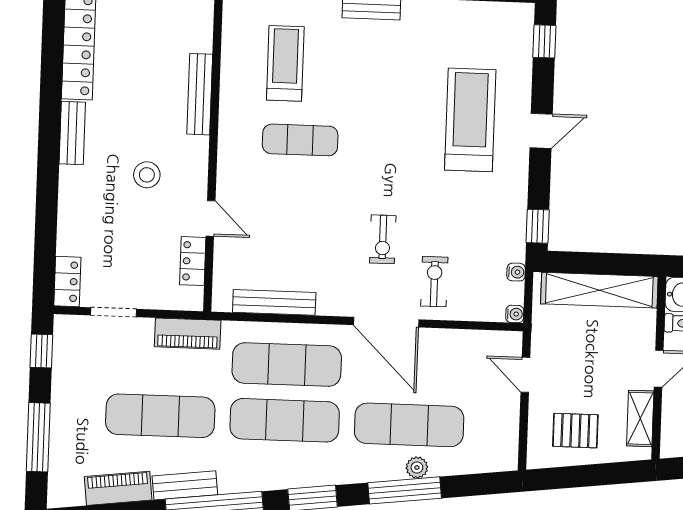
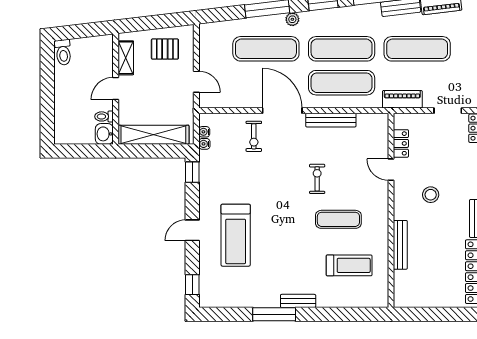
treadmill: (285, 63) -> (349, 265), turned -90
exercise bike: (383, 239) -> (317, 179), moved
bench: (274, 302) -> (331, 120), moved
water cooler: (515, 314) -> (204, 132), moved
plant: (417, 468) -> (292, 19), moved

